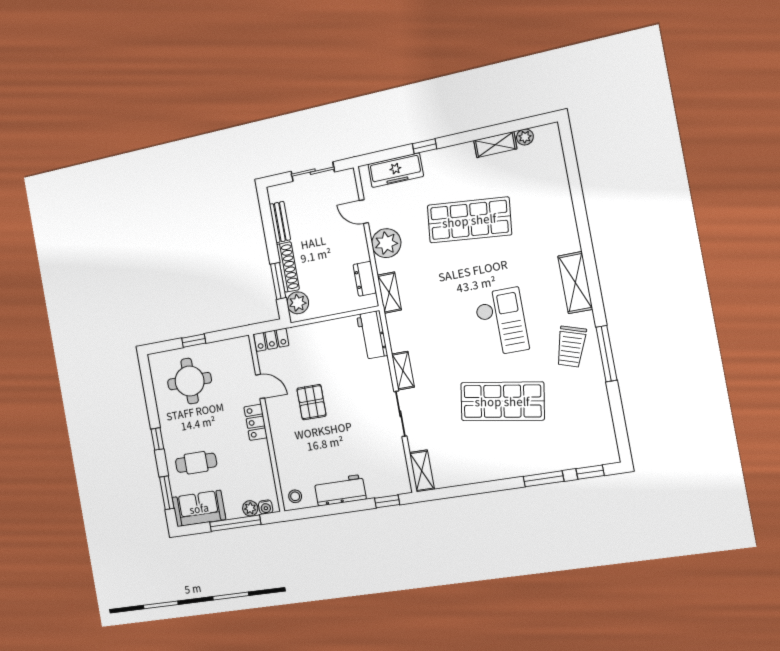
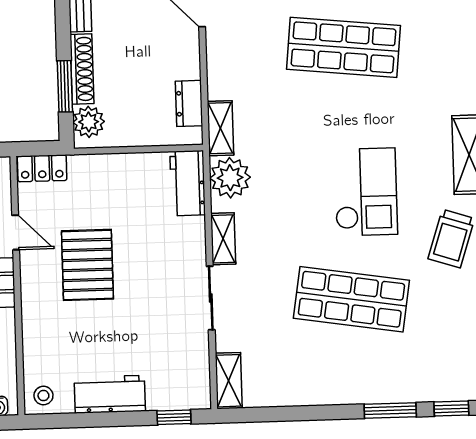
plant: (386, 243) -> (230, 178), moved
pallet: (311, 402) -> (87, 265), width x1.50, depth x1.42

